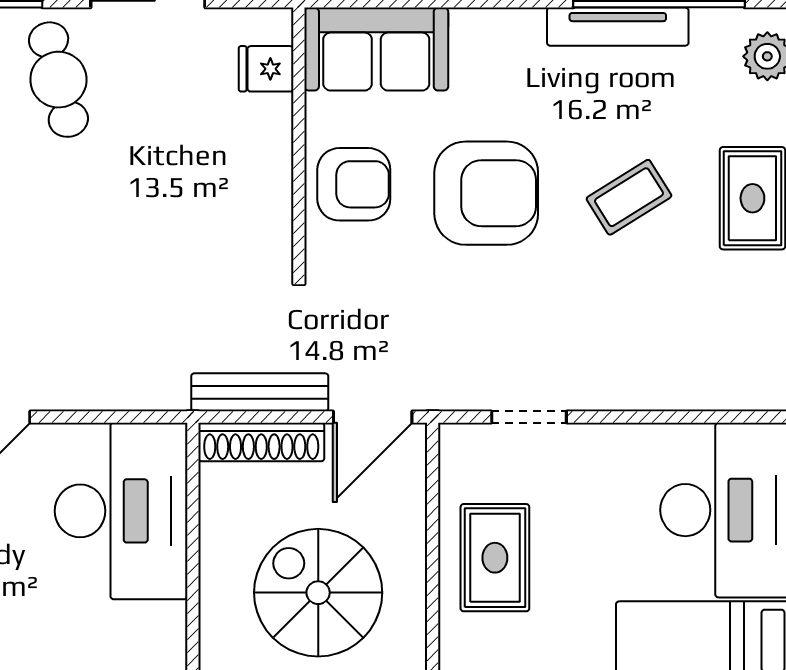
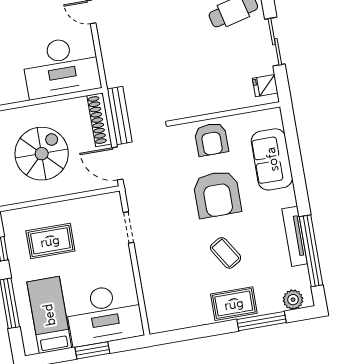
sofa: (376, 49) -> (272, 159), moved
fridge: (266, 69) -> (265, 86), moved, turned -90
rug: (495, 558) -> (50, 241), moved

